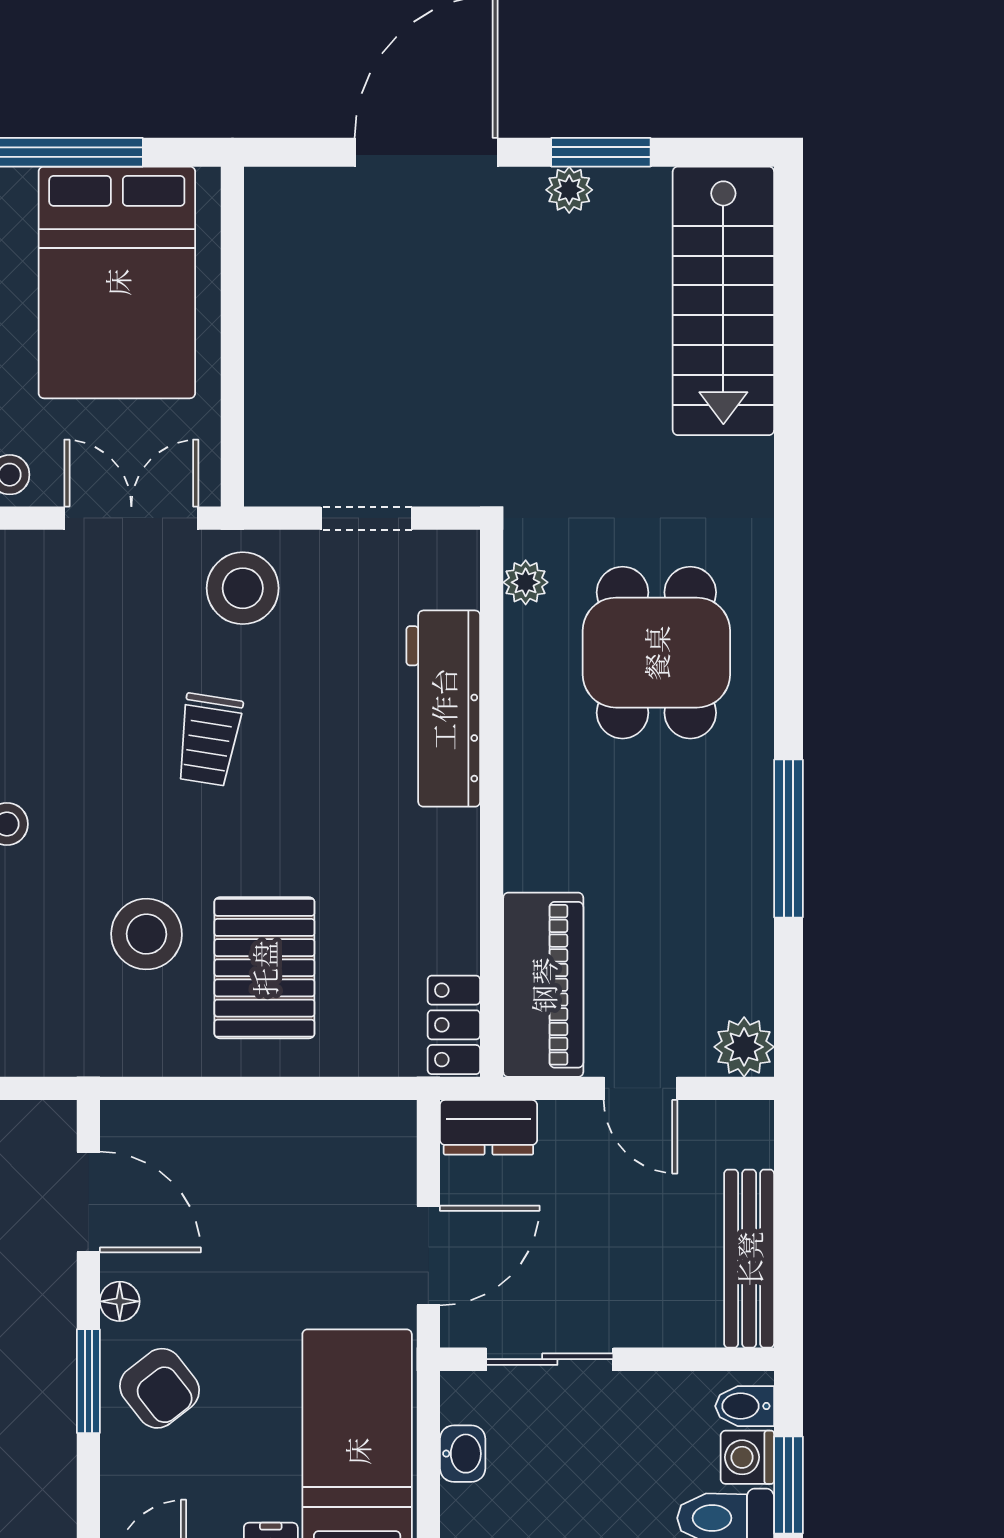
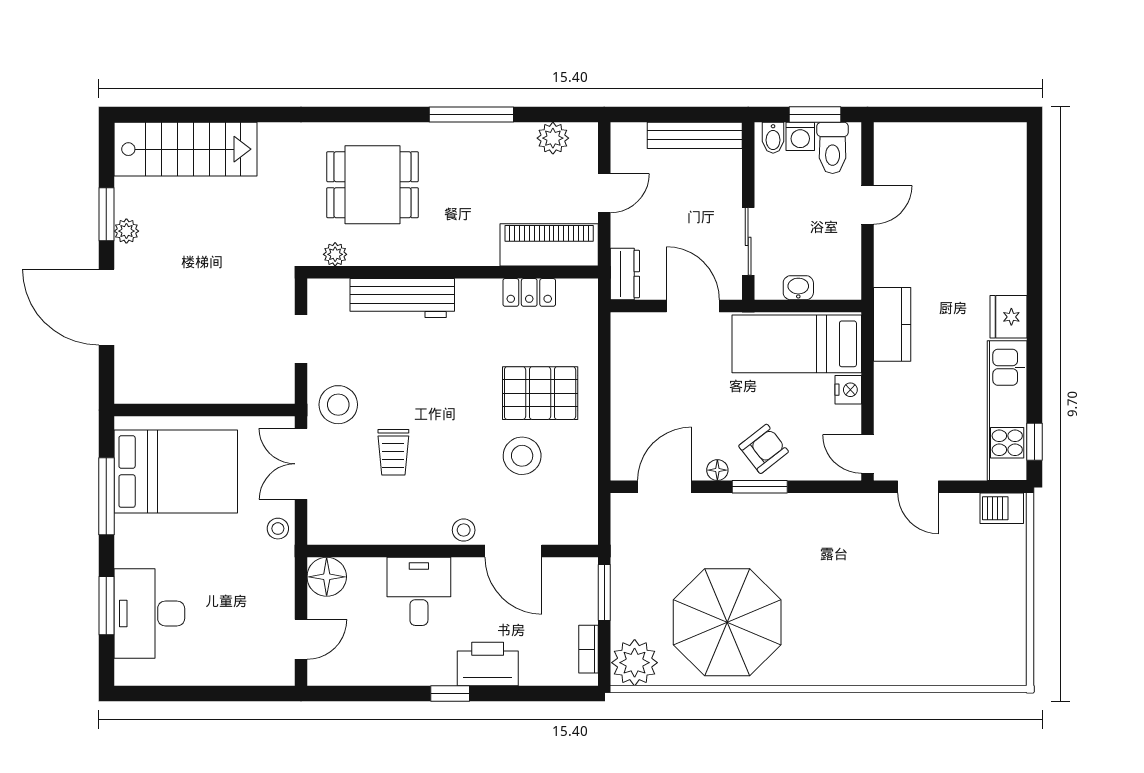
trolley: (209, 740) -> (393, 452), moved, turned 81
locker: (454, 1025) -> (529, 292), moved
plant: (744, 1047) -> (553, 138), moved

